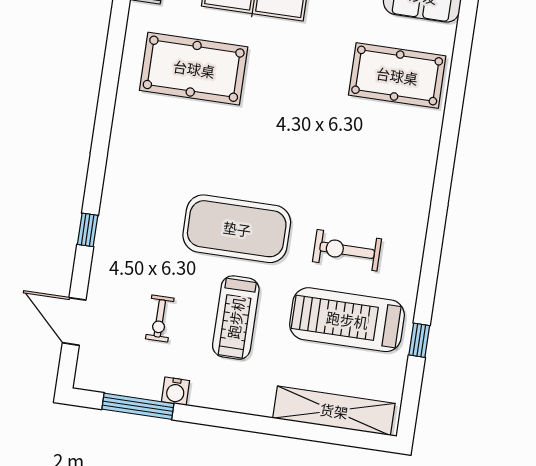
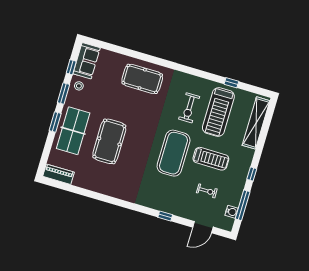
pool table: (194, 69) -> (109, 141), moved
pool table: (397, 76) -> (142, 79), moved, turned 90
water cooler: (175, 391) -> (232, 212), moved
window: (214, 418) -> (252, 174), added

